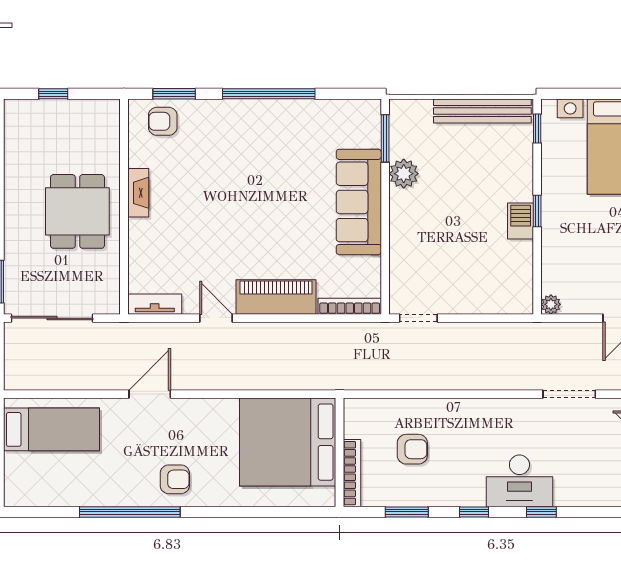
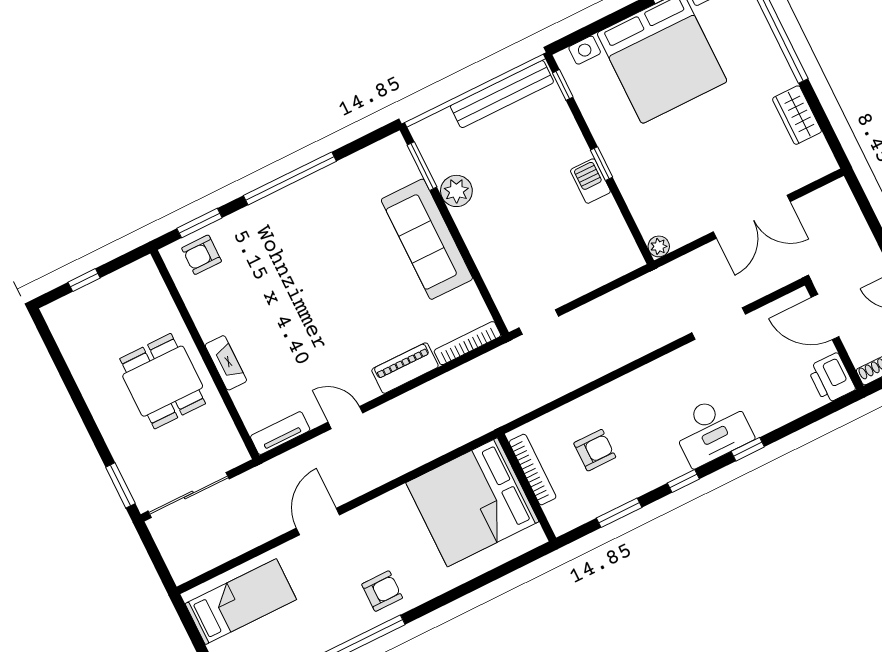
fireplace: (138, 193) -> (226, 363), moved
piano: (276, 297) -> (405, 368), width x0.73, depth x0.75
bookcase: (352, 473) -> (533, 470), moved

